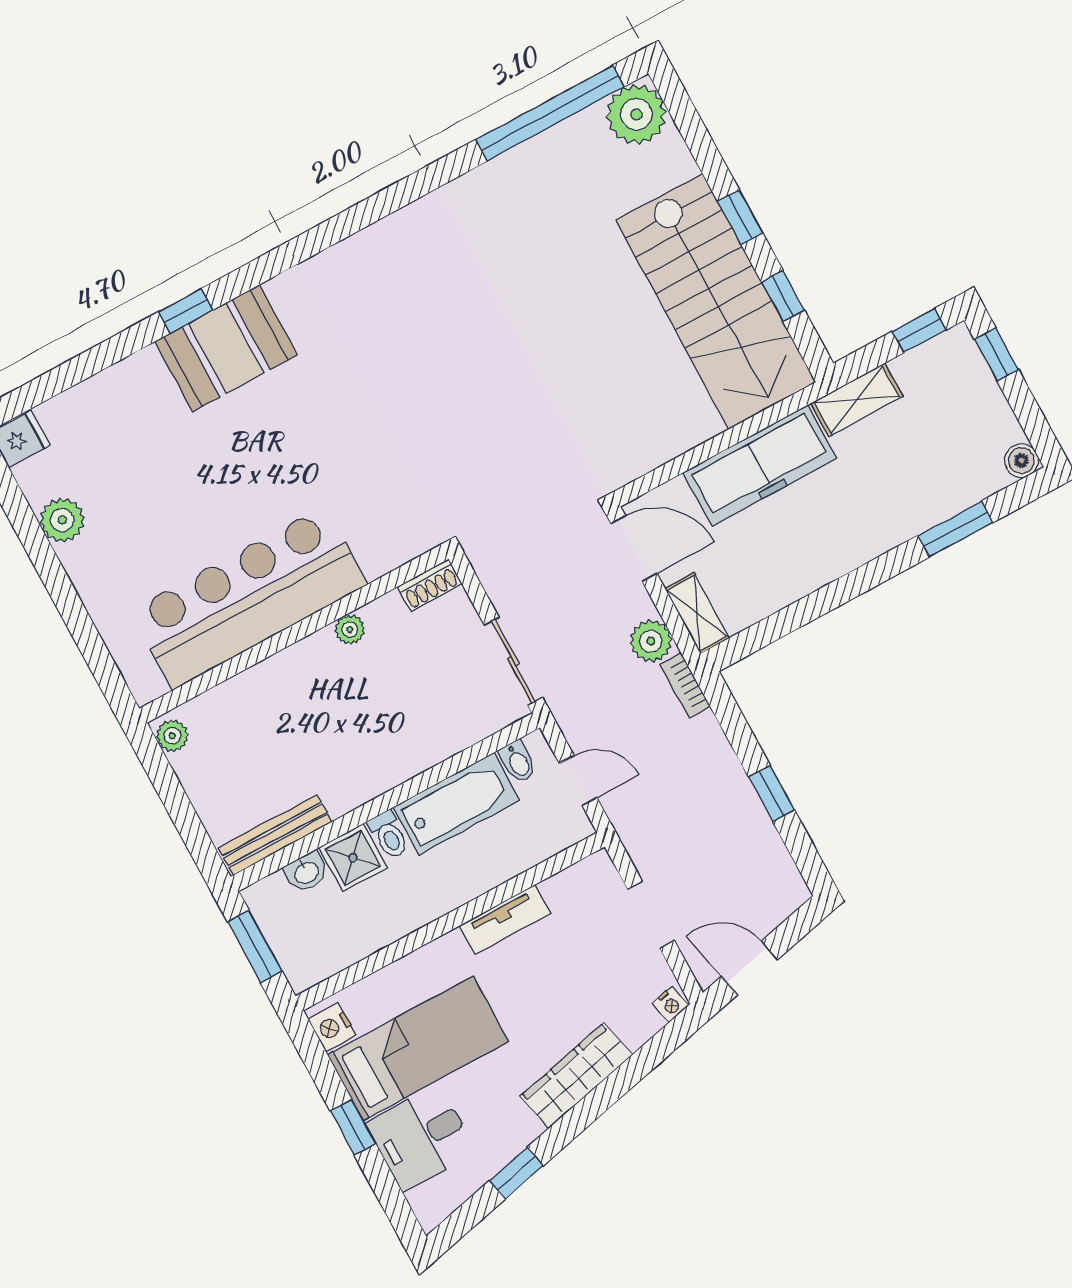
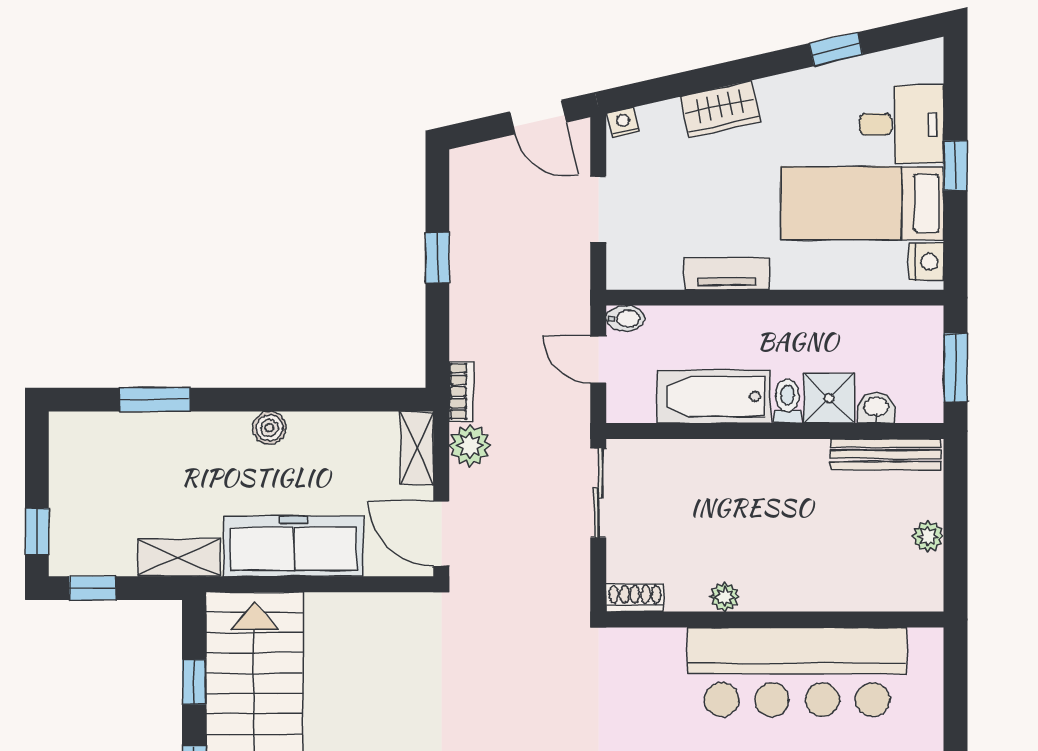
boiler: (1021, 461) -> (269, 428), moved
plant: (172, 736) -> (928, 536), moved
bidet: (518, 761) -> (625, 318), moved, turned 90
wardrobe: (576, 1076) -> (720, 109), width x0.67

